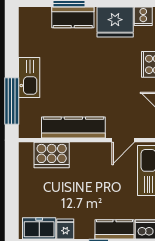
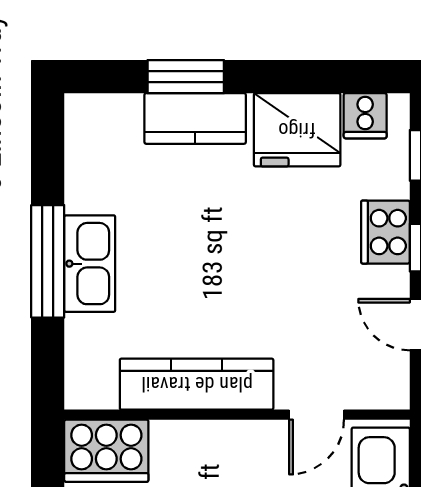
window: (12, 101) -> (48, 261), moved
cooker: (52, 155) -> (106, 451), moved

